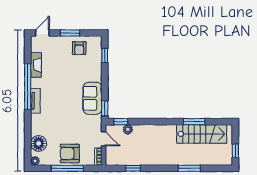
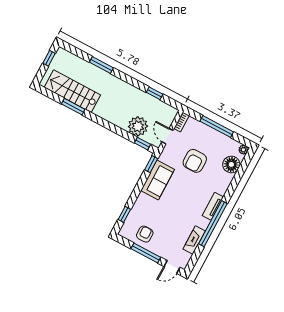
window: (70, 33) -> (146, 253), width x1.44
plant: (128, 129) -> (138, 126), width x1.88, depth x1.88
armchair: (70, 153) -> (195, 161), moved, turned 90

